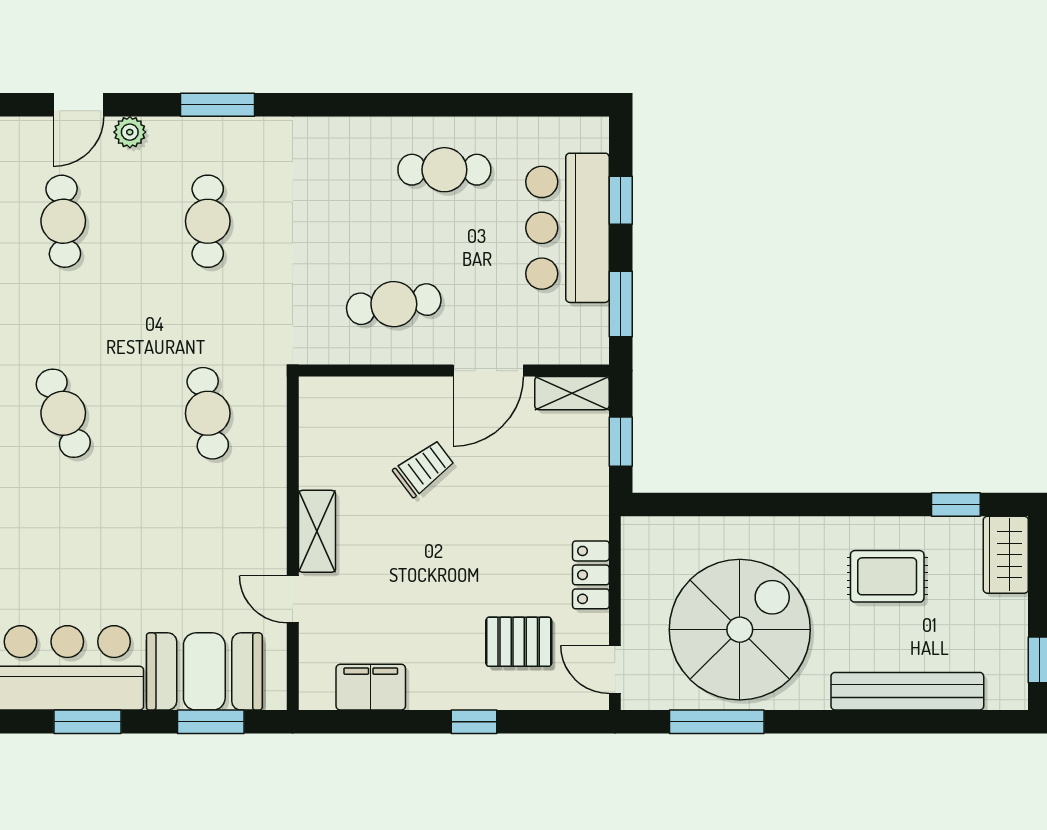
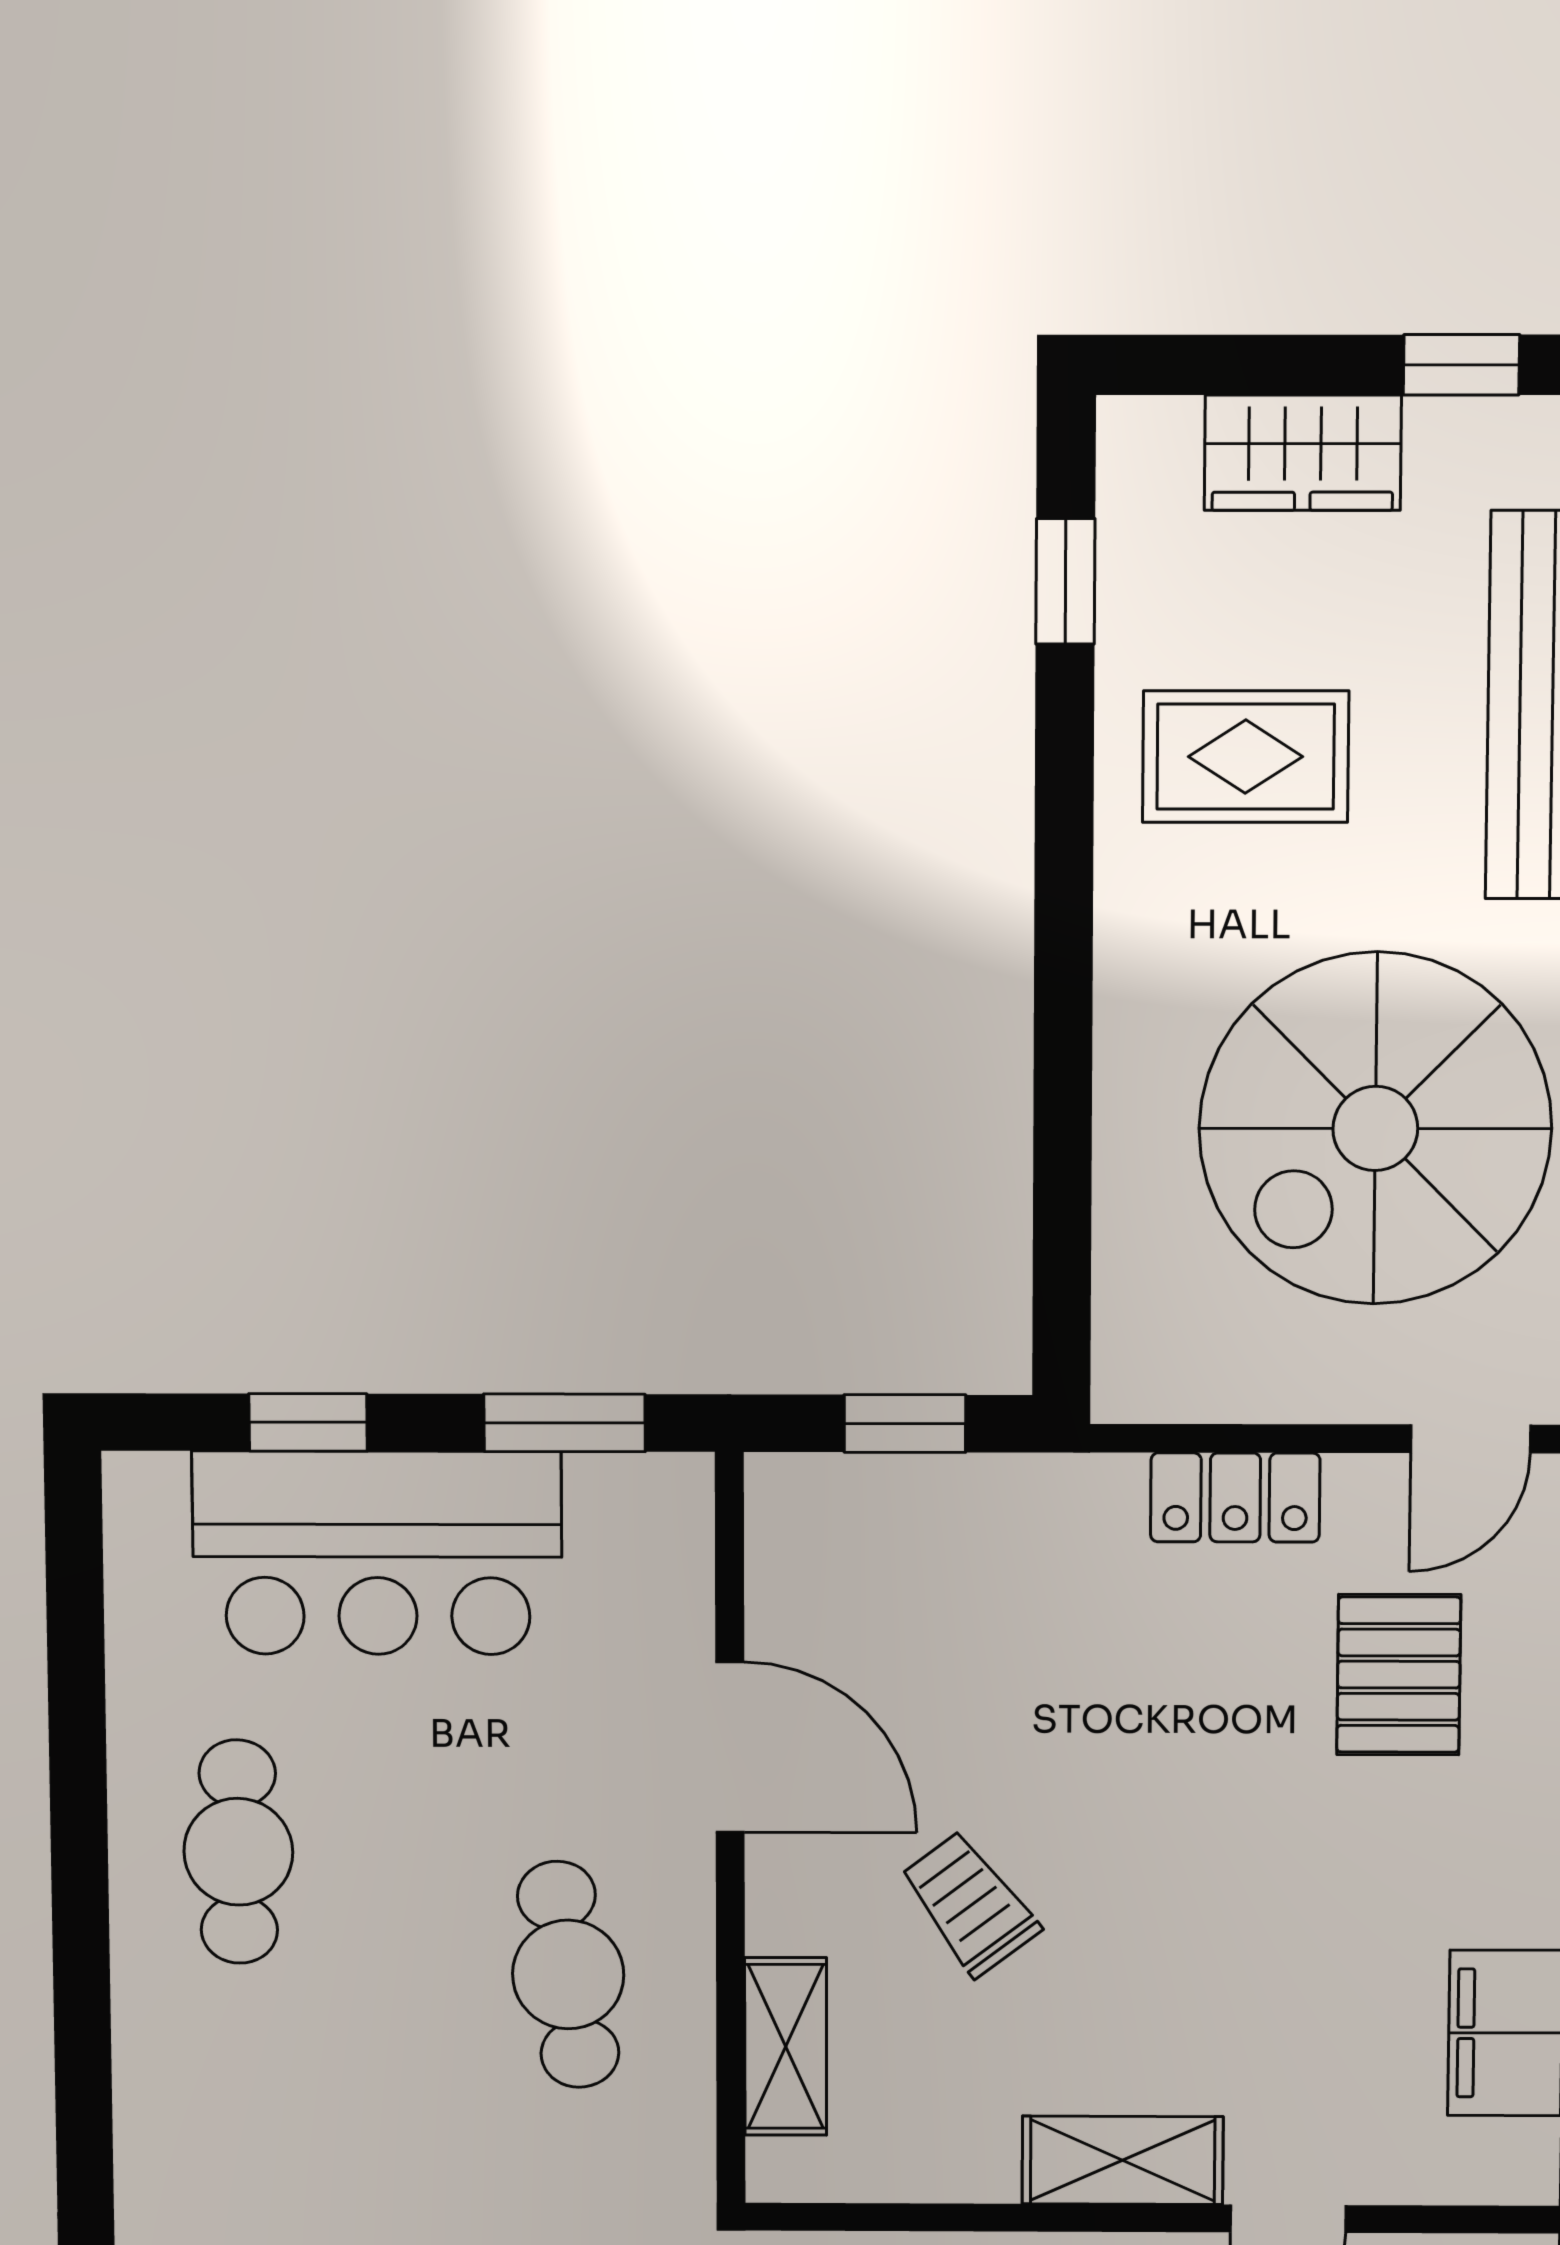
shelving: (572, 393) -> (786, 2046), moved
wardrobe: (1006, 555) -> (1303, 453), moved
rug: (887, 576) -> (1246, 757), turned 90
spiral stairs: (740, 630) -> (1375, 1128), turned -90

